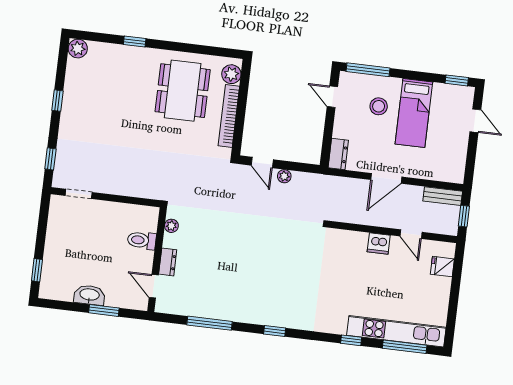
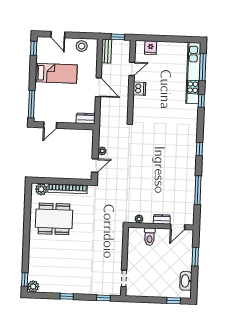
window: (135, 42) -> (25, 280), moved
stool: (379, 106) -> (82, 46), moved
door: (475, 121) -> (58, 35), swing flipped
washbasin: (89, 295) -> (186, 281), moved

